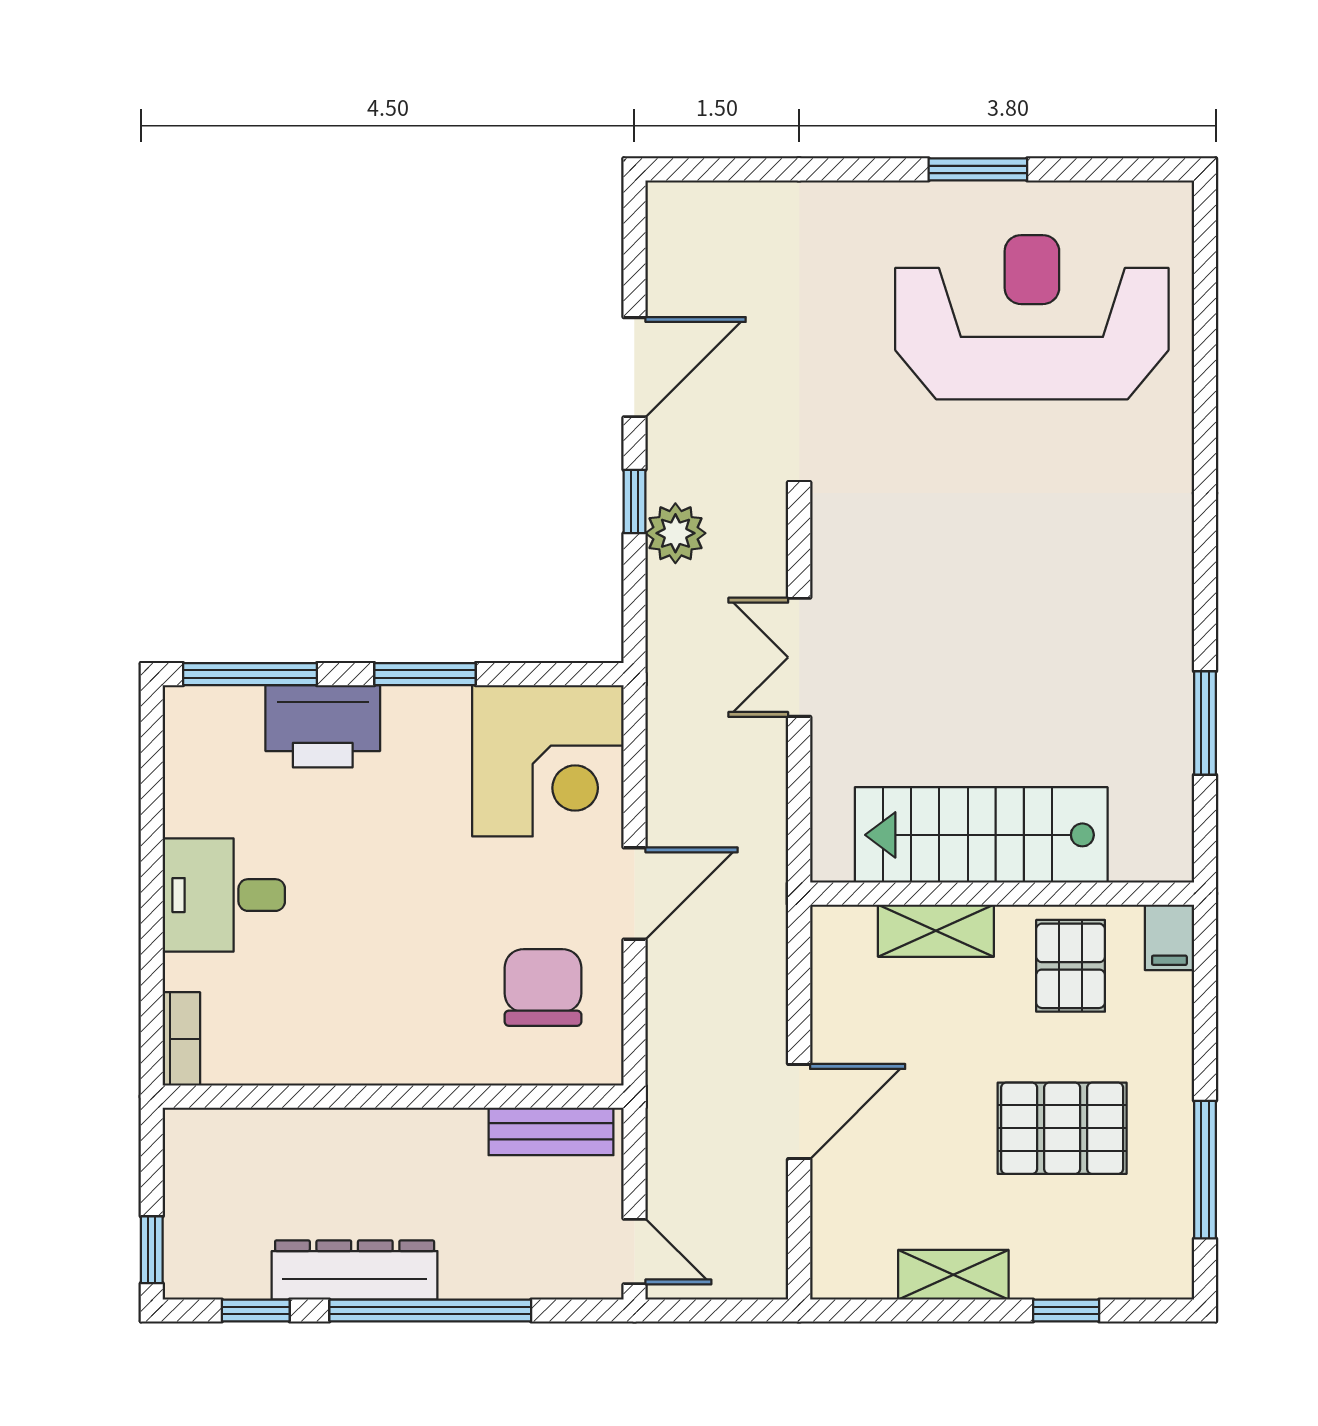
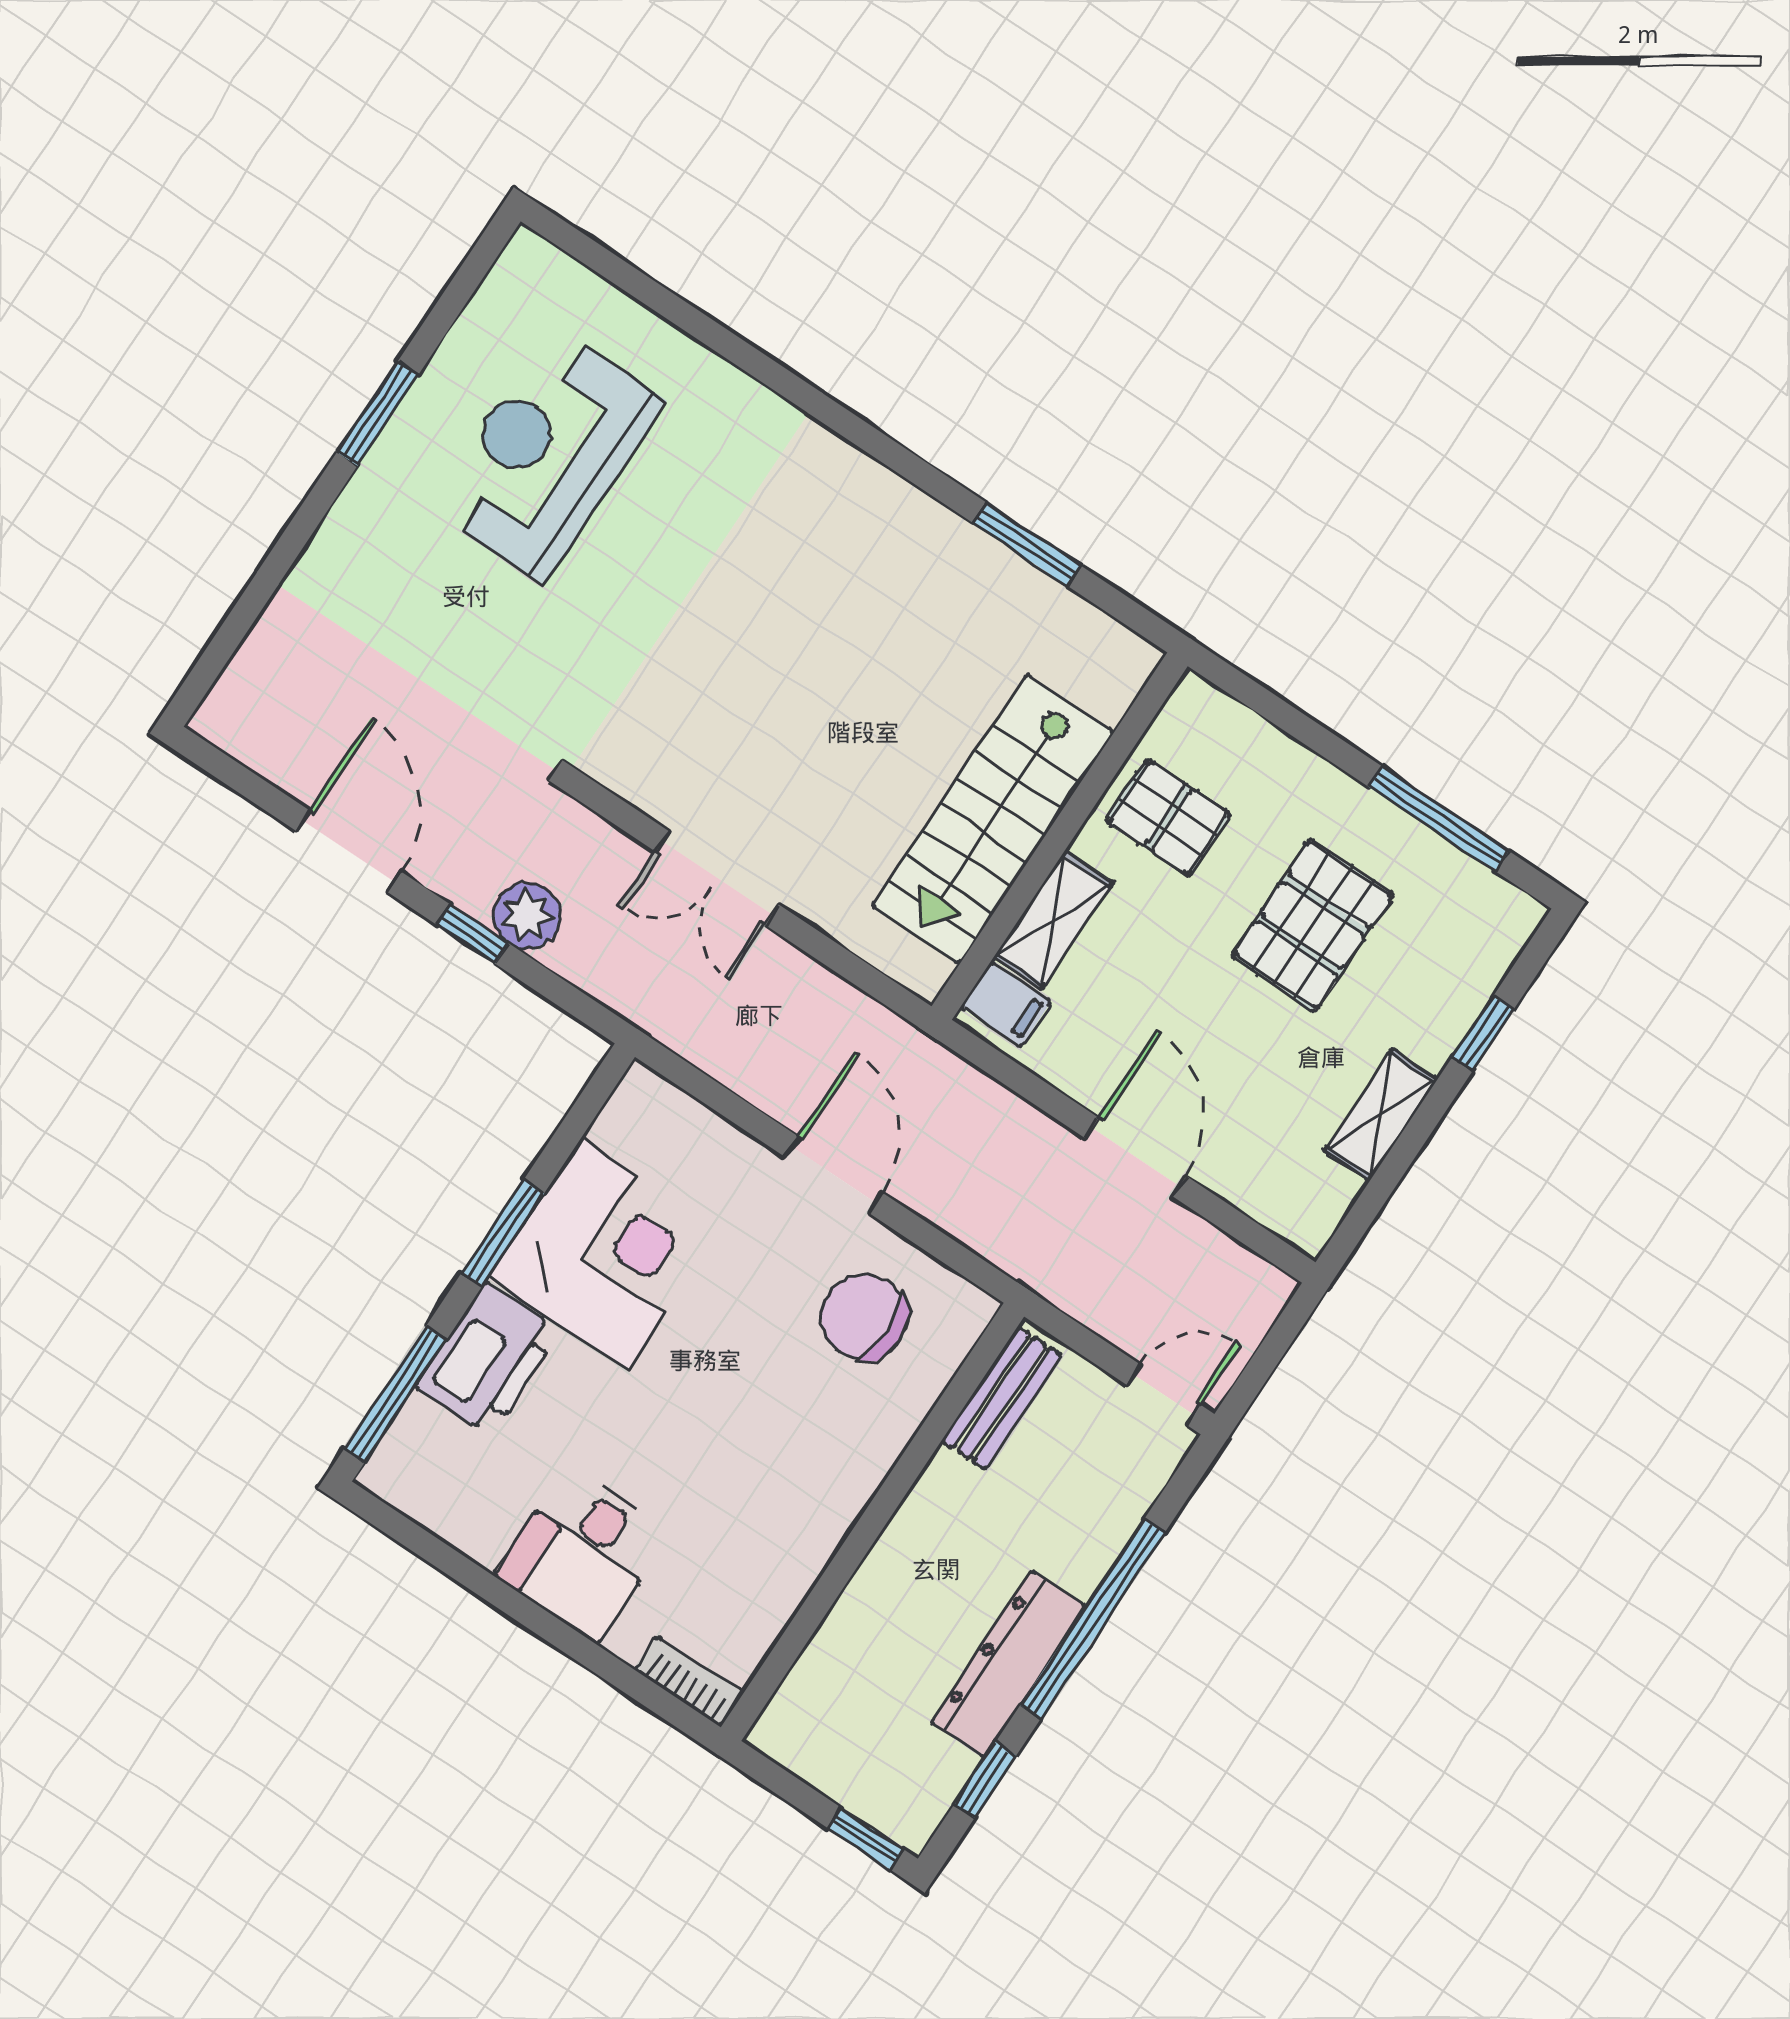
reception desk: (1032, 317) -> (547, 455), width x0.74, depth x0.77
corner desk: (548, 761) -> (604, 1254), moved
filing cabinet: (1169, 937) -> (1006, 1004), moved

